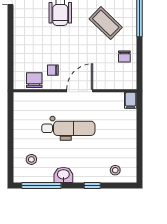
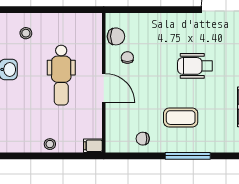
coffee table: (106, 23) -> (181, 118), turned 46
stool: (115, 170) -> (50, 144), moved

